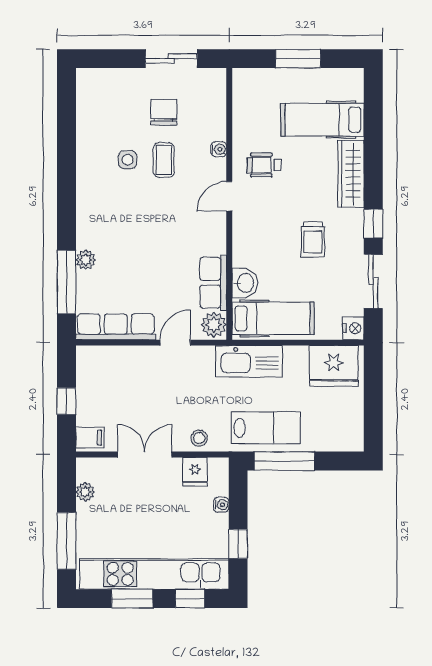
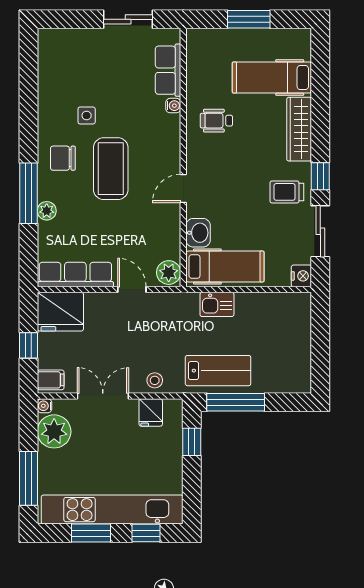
chair: (164, 112) -> (63, 158), moved, turned -90
coffee table: (164, 160) -> (111, 169), moved, width x1.86, depth x1.72
door: (229, 196) -> (183, 188), moved
trolley: (313, 239) -> (287, 192), moved, turned 90
window: (66, 282) -> (28, 193), moved
row of seats: (213, 283) -> (168, 70), moved
door: (175, 343) -> (132, 290), hinge flipped
kitchen sink: (249, 361) -> (217, 304), width x0.53, depth x0.81
fridge: (334, 366) -> (60, 312), moved
plant: (85, 492) -> (54, 431), width x1.87, depth x1.87
water cooler: (221, 505) -> (44, 406), moved, turned 180
window: (238, 544) -> (192, 442), moved

